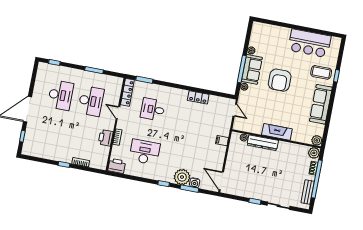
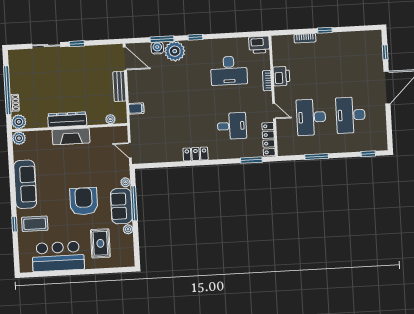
rug: (275, 45) -> (100, 243), added
locker: (198, 97) -> (196, 154), moved
dresser: (263, 143) -> (67, 120), moved
bench: (308, 192) -> (119, 86), moved

